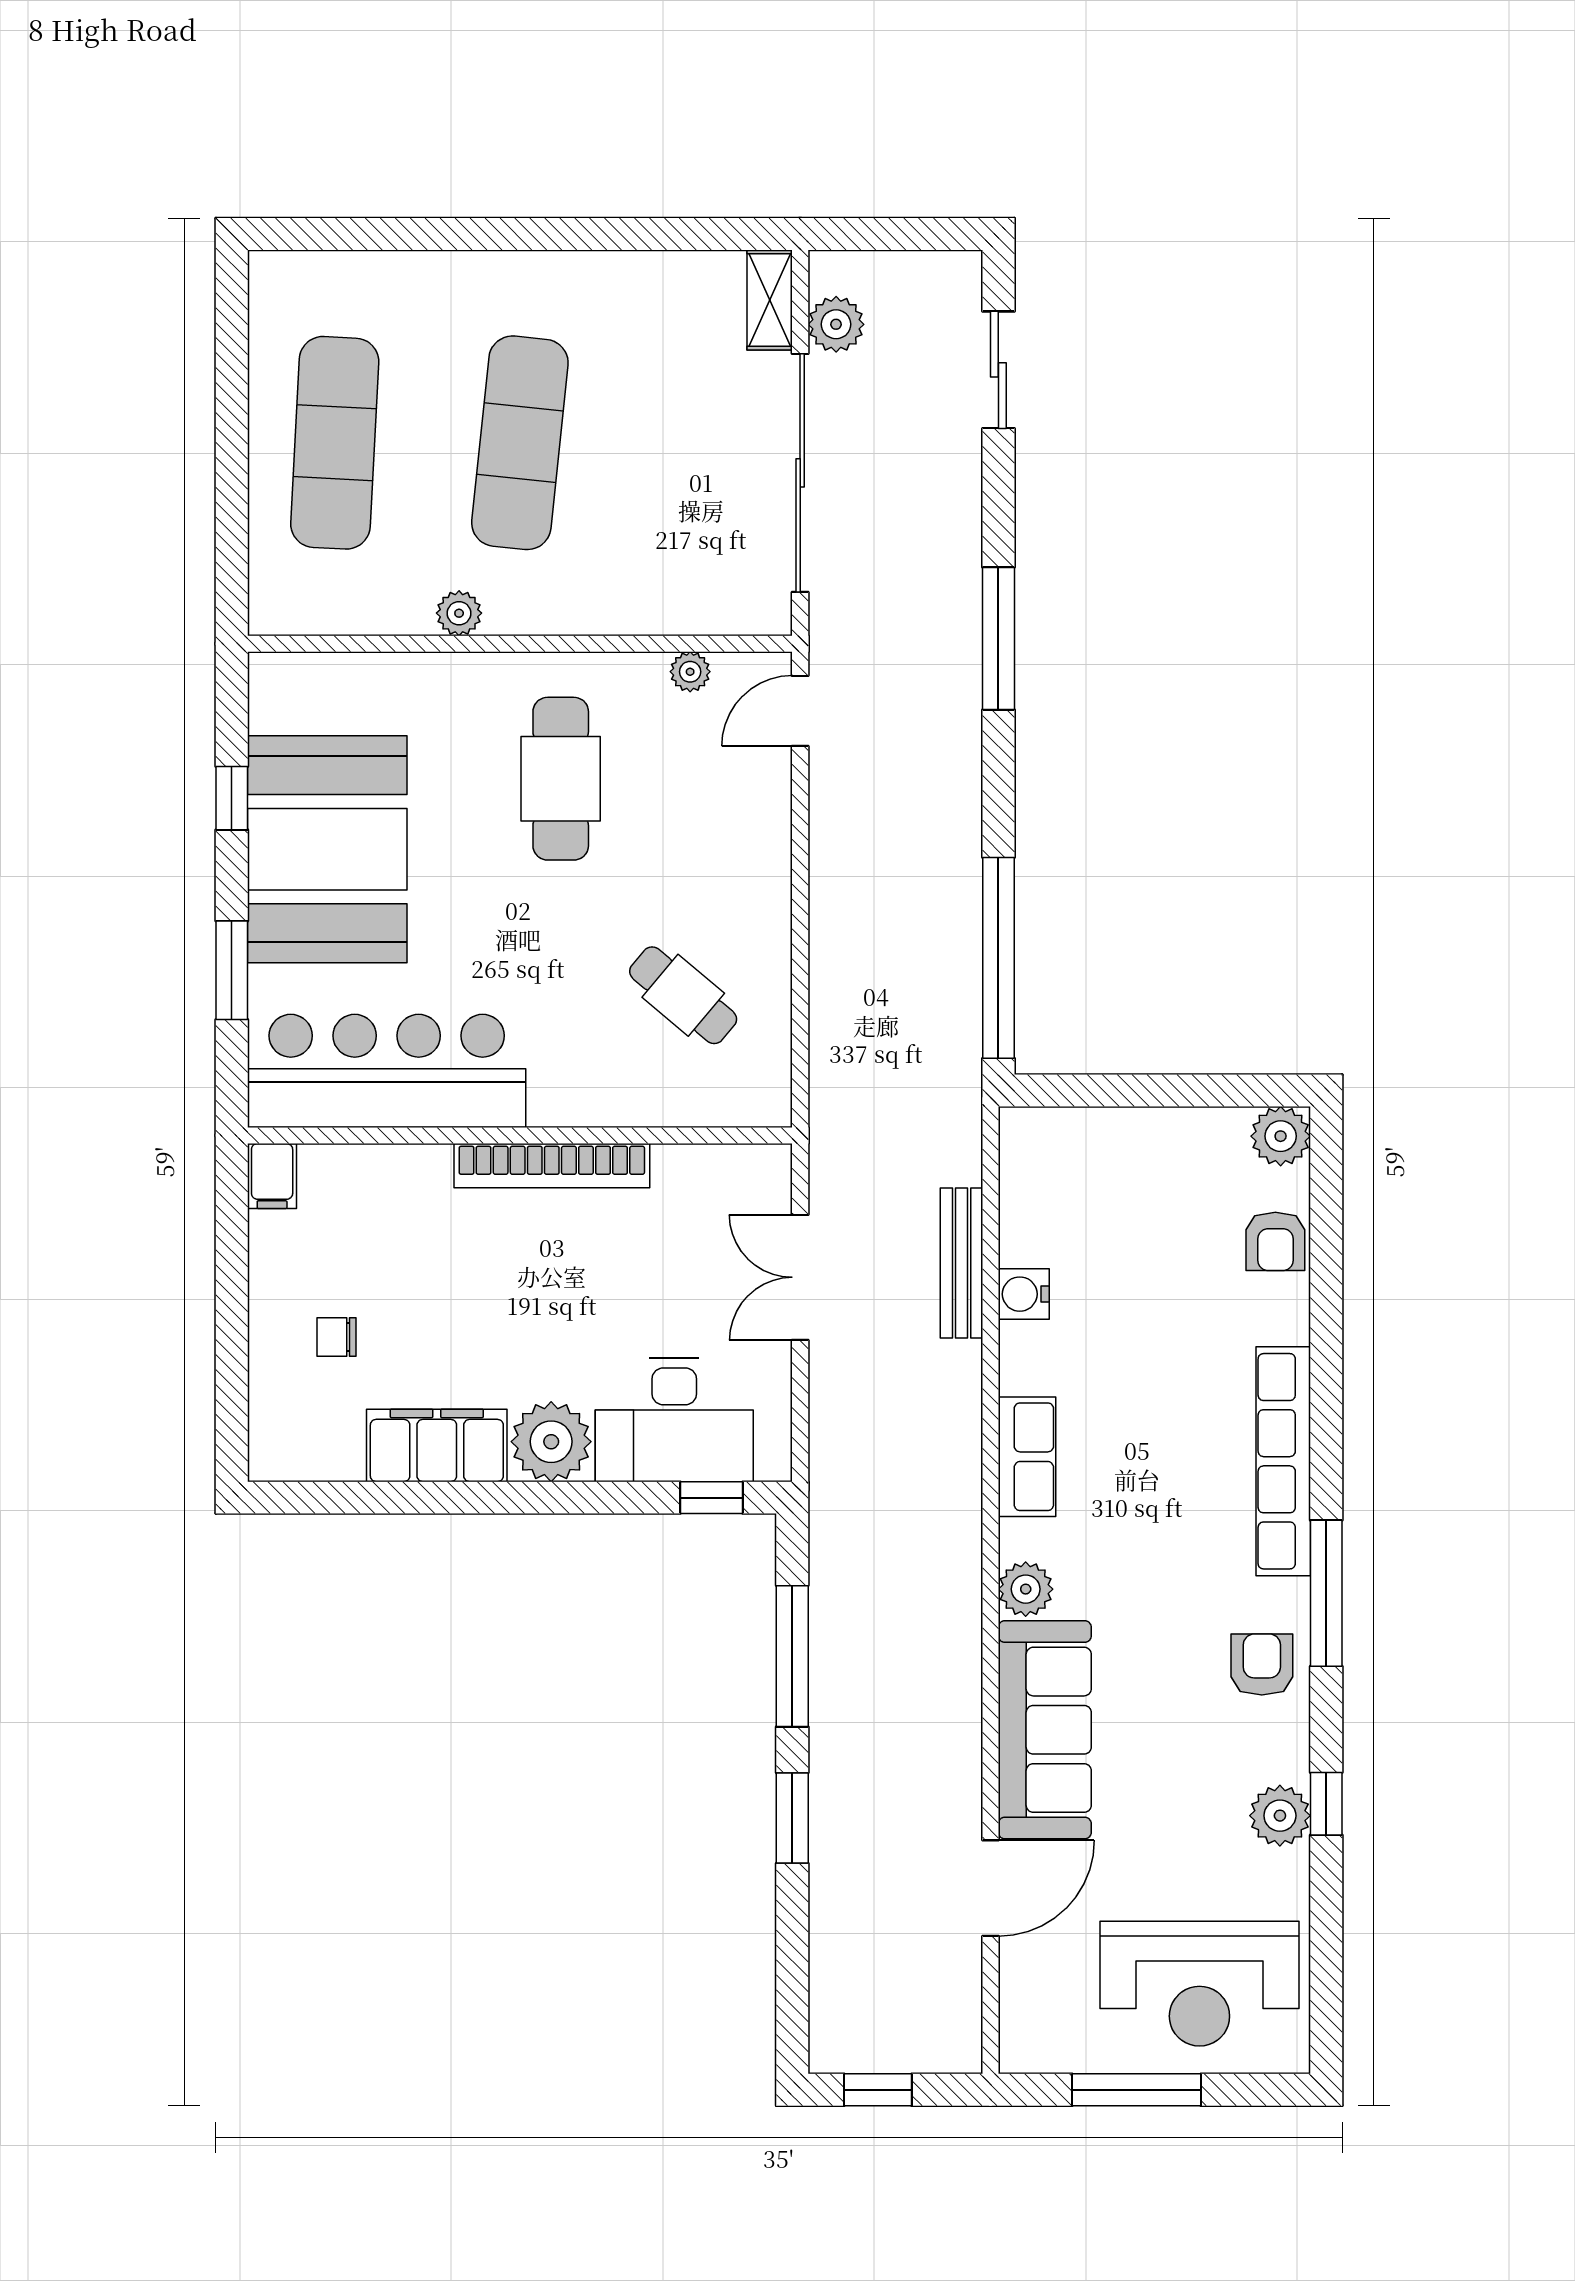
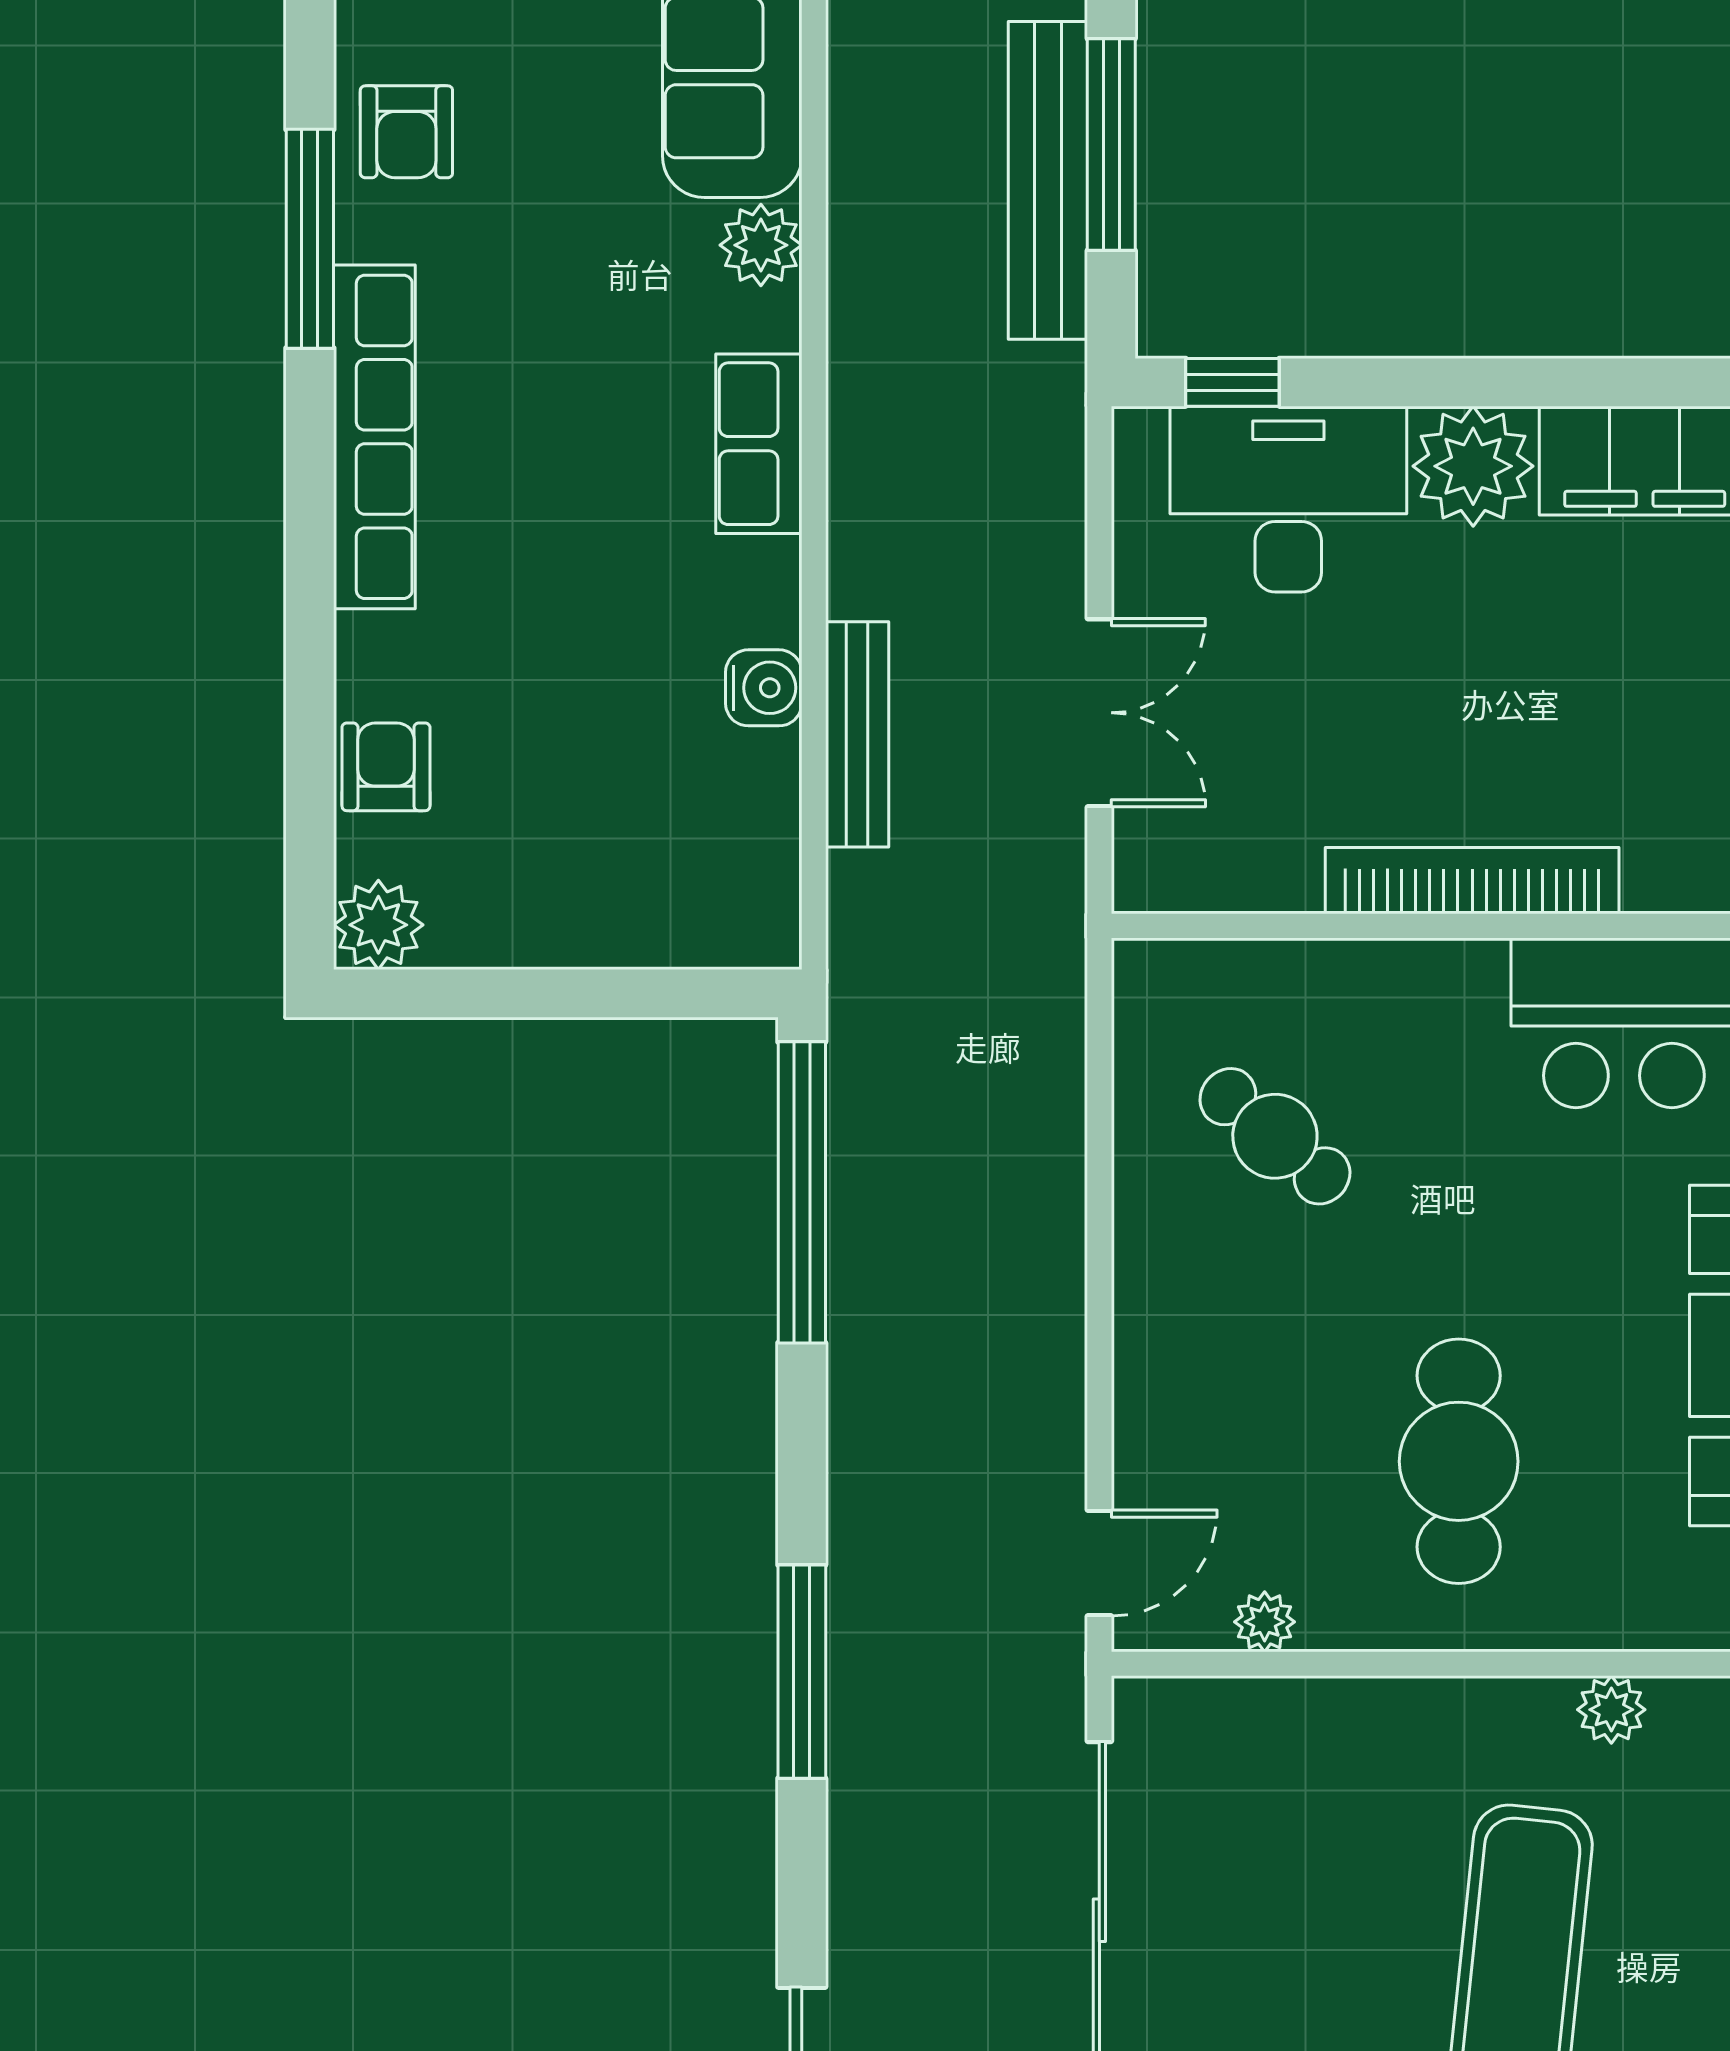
bench: (834, 1632) -> (1048, 180), added

